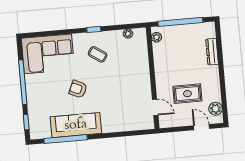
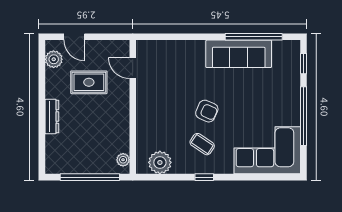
plant: (128, 34) -> (160, 162), width x1.88, depth x1.88
dresser: (212, 52) -> (52, 117), moved
armchair: (78, 89) -> (207, 111), moved

